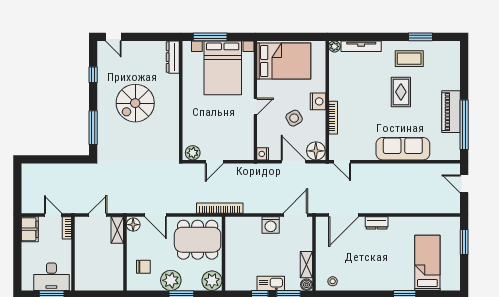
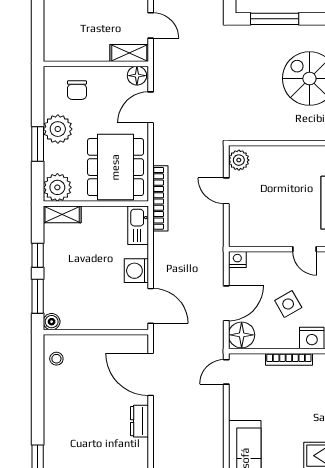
shelving: (306, 265) -> (62, 214), moved
kitchen sink: (271, 283) -> (138, 225), moved, turned 180

